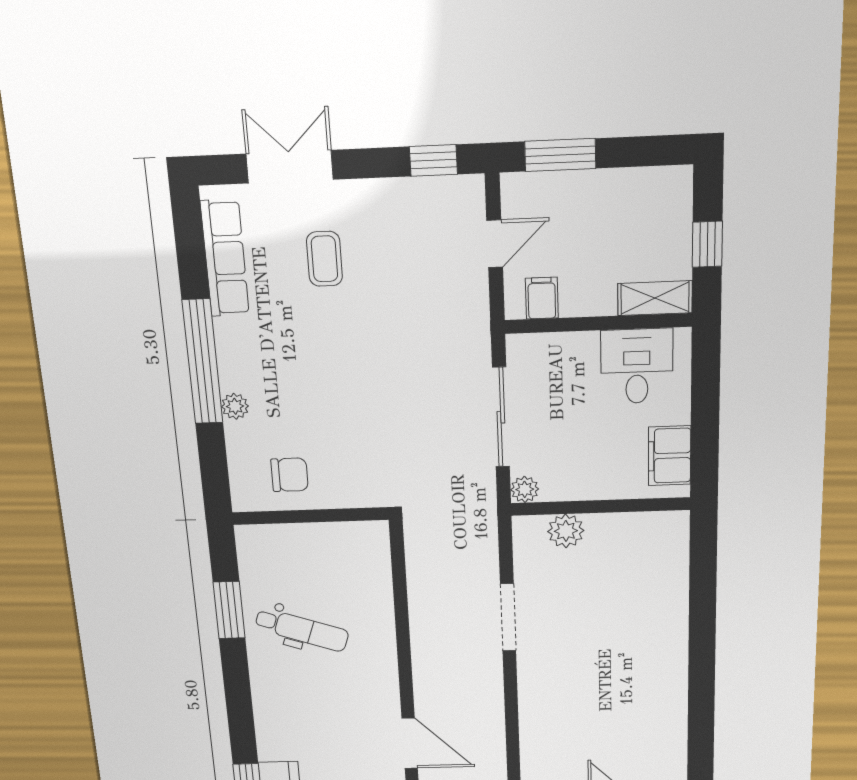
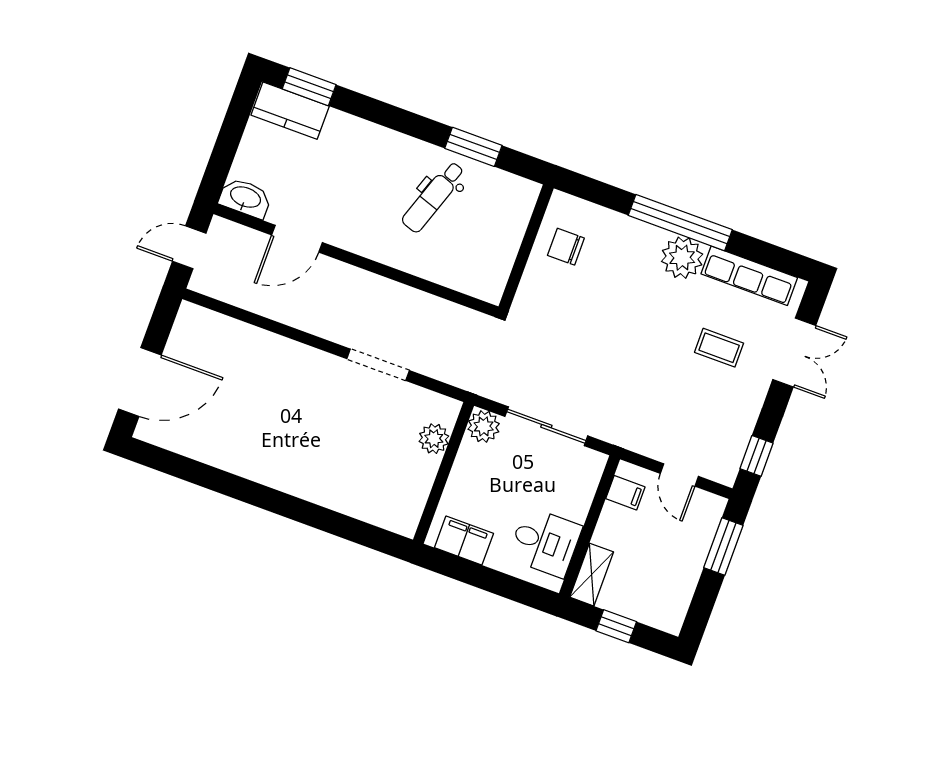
plant: (235, 406) -> (682, 258), moved, width x1.88, depth x1.88
chair: (290, 475) -> (566, 247), turned 90
plant: (525, 489) -> (484, 426), width x1.38, depth x1.38

